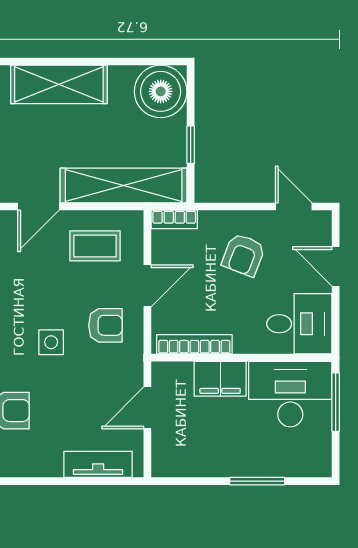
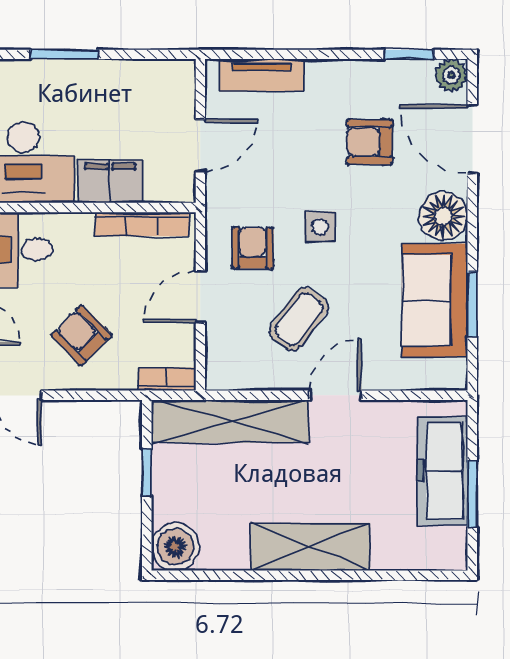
boiler: (161, 91) -> (175, 547), width x0.73, depth x0.73
coffee table: (95, 246) -> (299, 319), moved, turned -53
armchair: (243, 255) -> (81, 335), turned -66
armchair: (105, 325) -> (253, 248), turned 90

